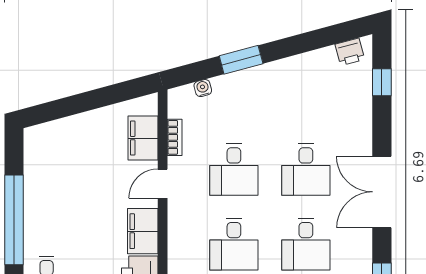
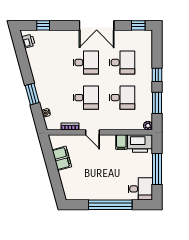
filing cabinet: (143, 138) -> (62, 158), moved, turned -105
filing cabinet: (143, 231) -> (121, 142), width x0.50

